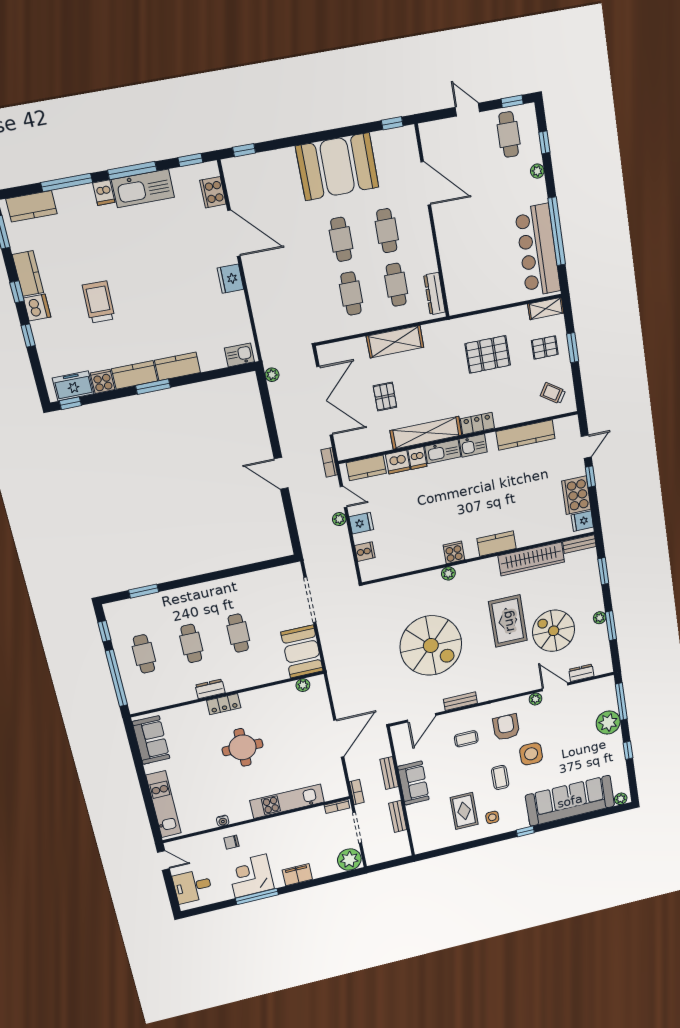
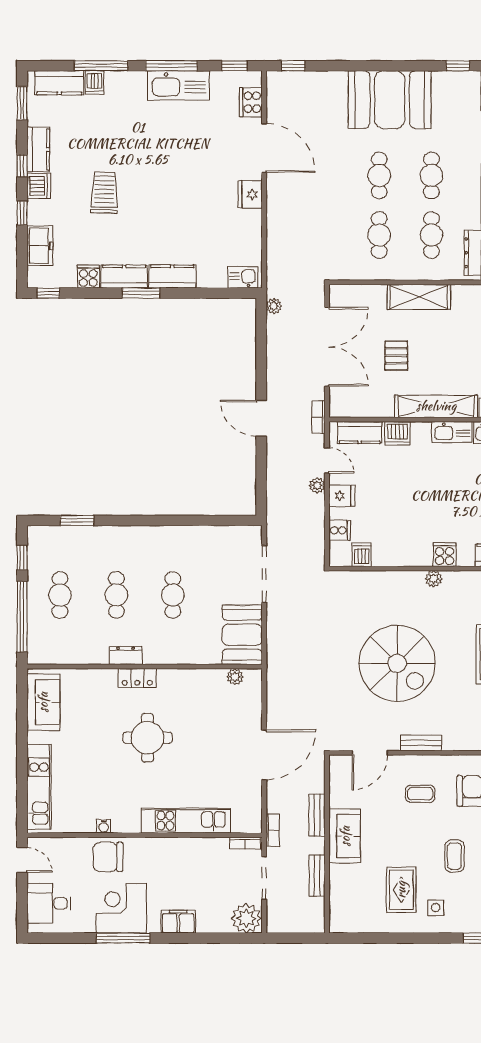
dishwasher: (104, 193) -> (94, 82), moved
freezer: (73, 386) -> (40, 246), moved, turned 90
dishwasher: (417, 458) -> (362, 555), moved, turned 180
chair: (232, 842) -> (108, 857), width x1.87, depth x1.87

